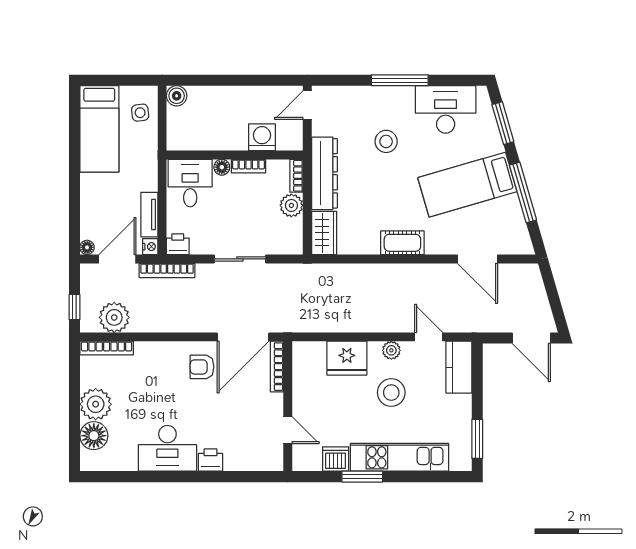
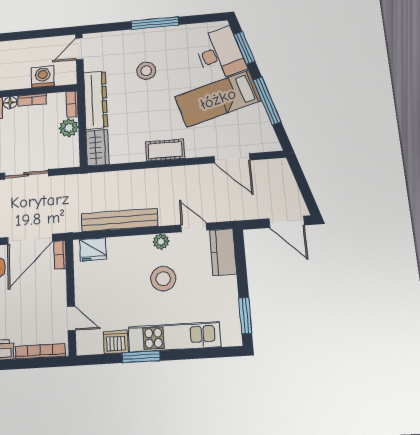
desk: (446, 109) -> (220, 54), moved, turned 74
bench: (346, 322) -> (120, 220), added
fridge: (347, 358) -> (93, 249), moved, width x0.73, depth x0.75
bookcase: (277, 367) -> (60, 255), width x0.64
bookcase: (252, 464) -> (40, 351), added

